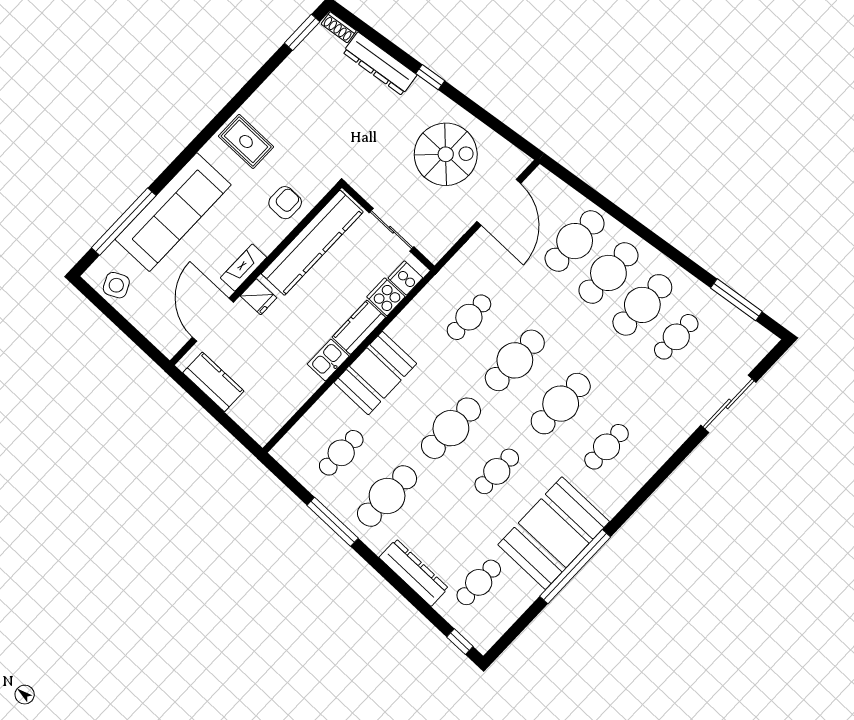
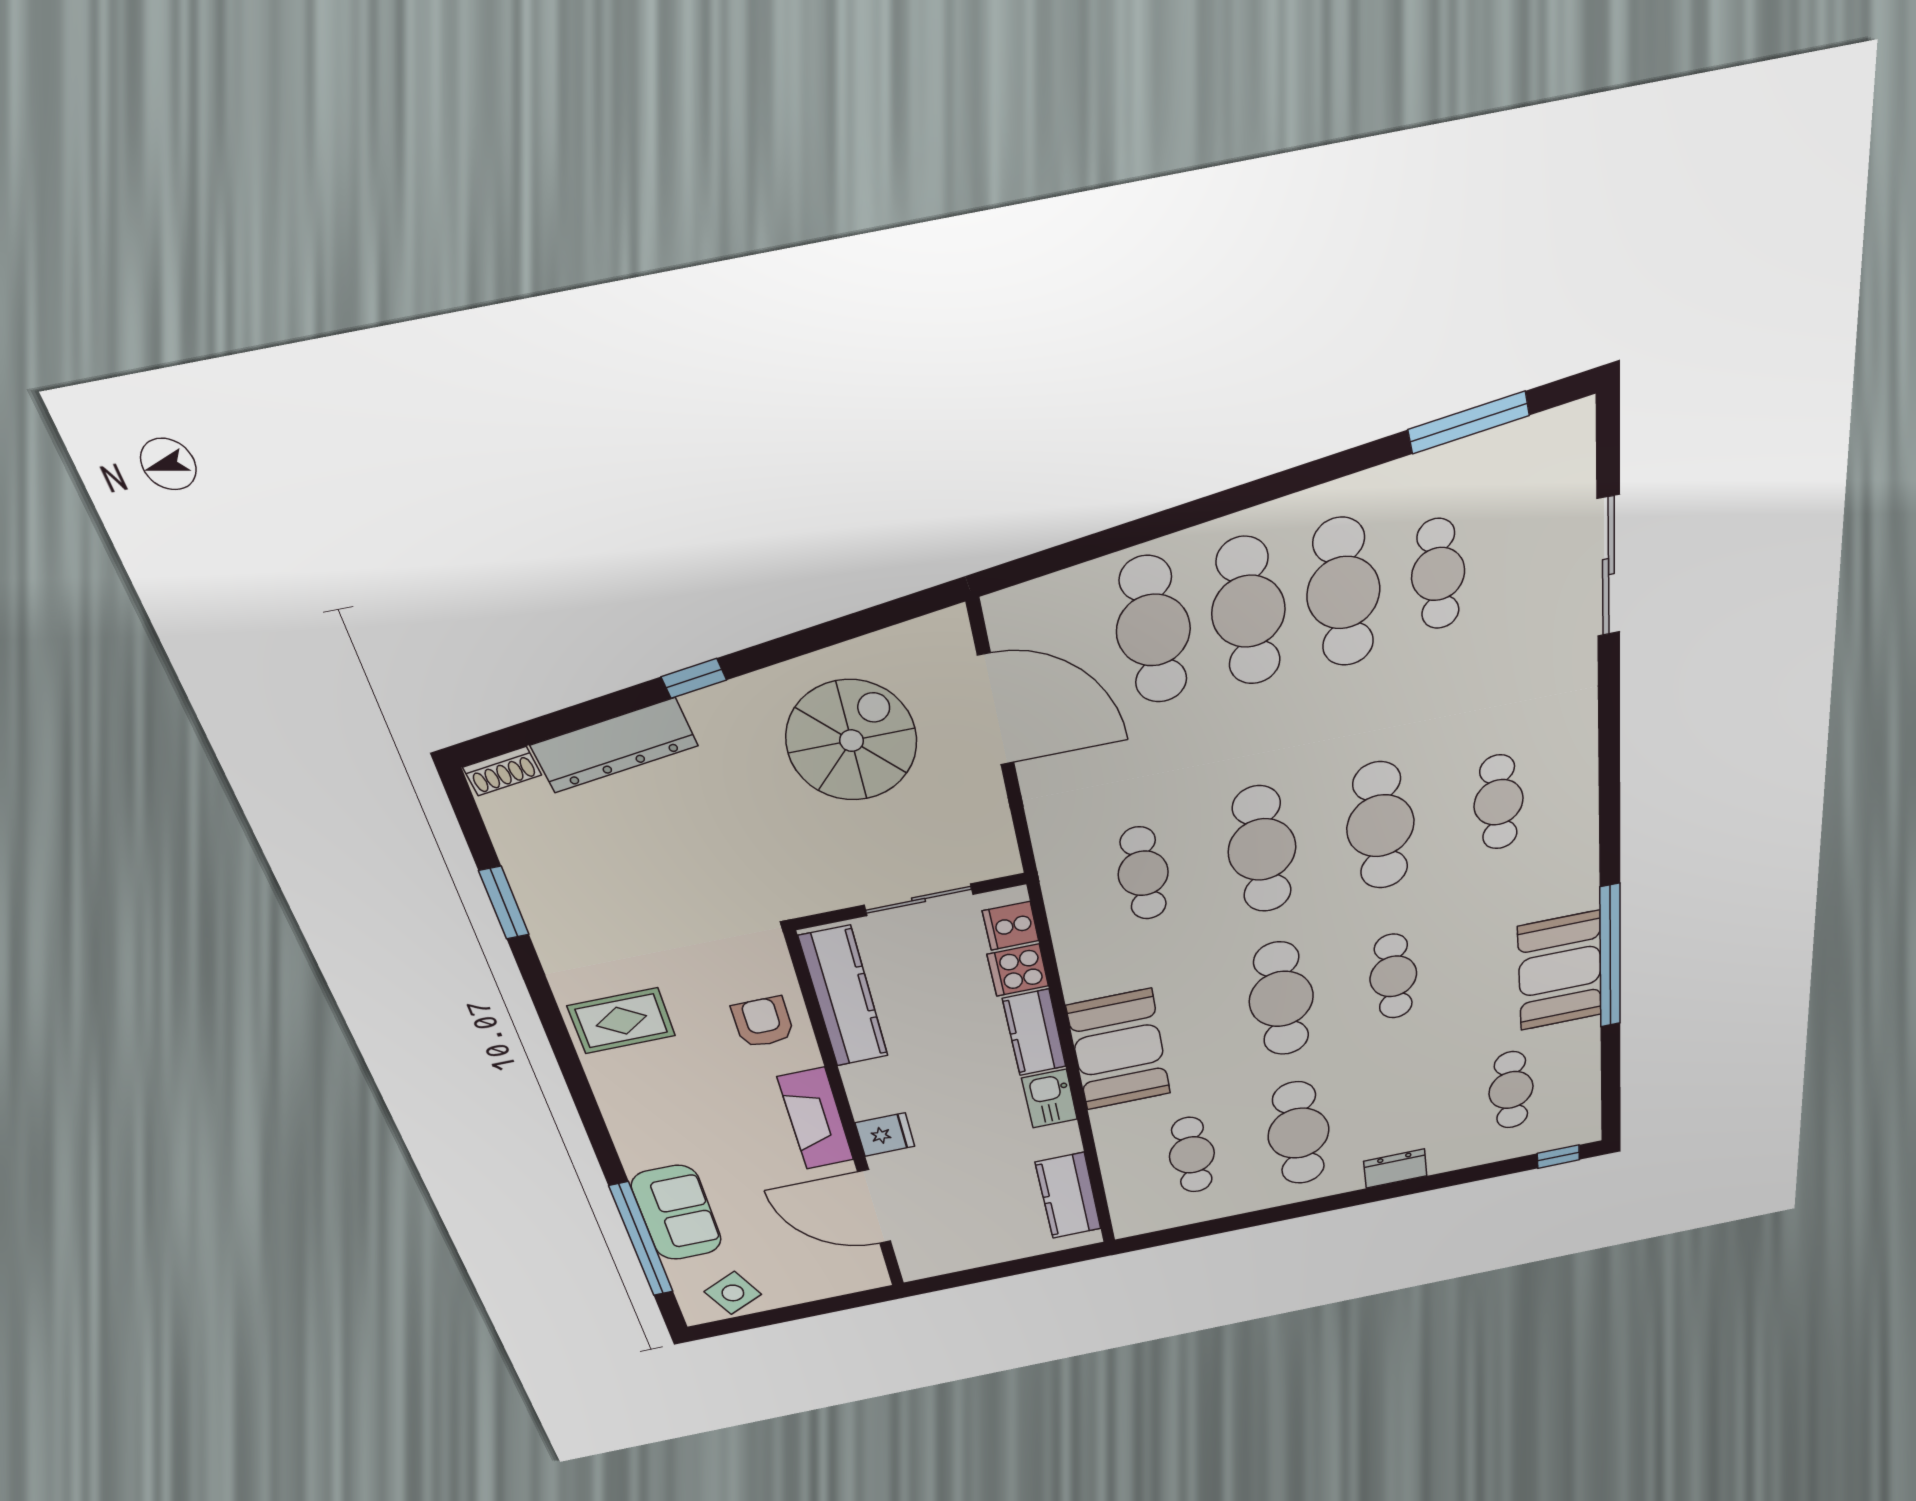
window: (302, 32) -> (504, 903), moved
sofa: (173, 212) -> (677, 1213), width x0.54, depth x0.79
kitchen counter: (312, 243) -> (844, 997), width x0.72, depth x0.86
fireplace: (244, 268) -> (816, 1119), width x1.37, depth x1.32
kitchen counter: (213, 382) -> (1068, 1196), moved, turned -90
window: (333, 522) -> (1272, 1215), removed
booth: (554, 533) -> (1560, 971), width x0.73, depth x0.70
dresser: (414, 573) -> (1395, 1169), width x0.51, depth x0.80

